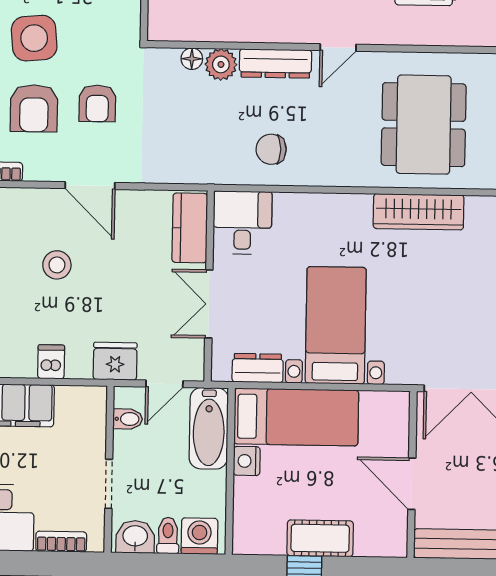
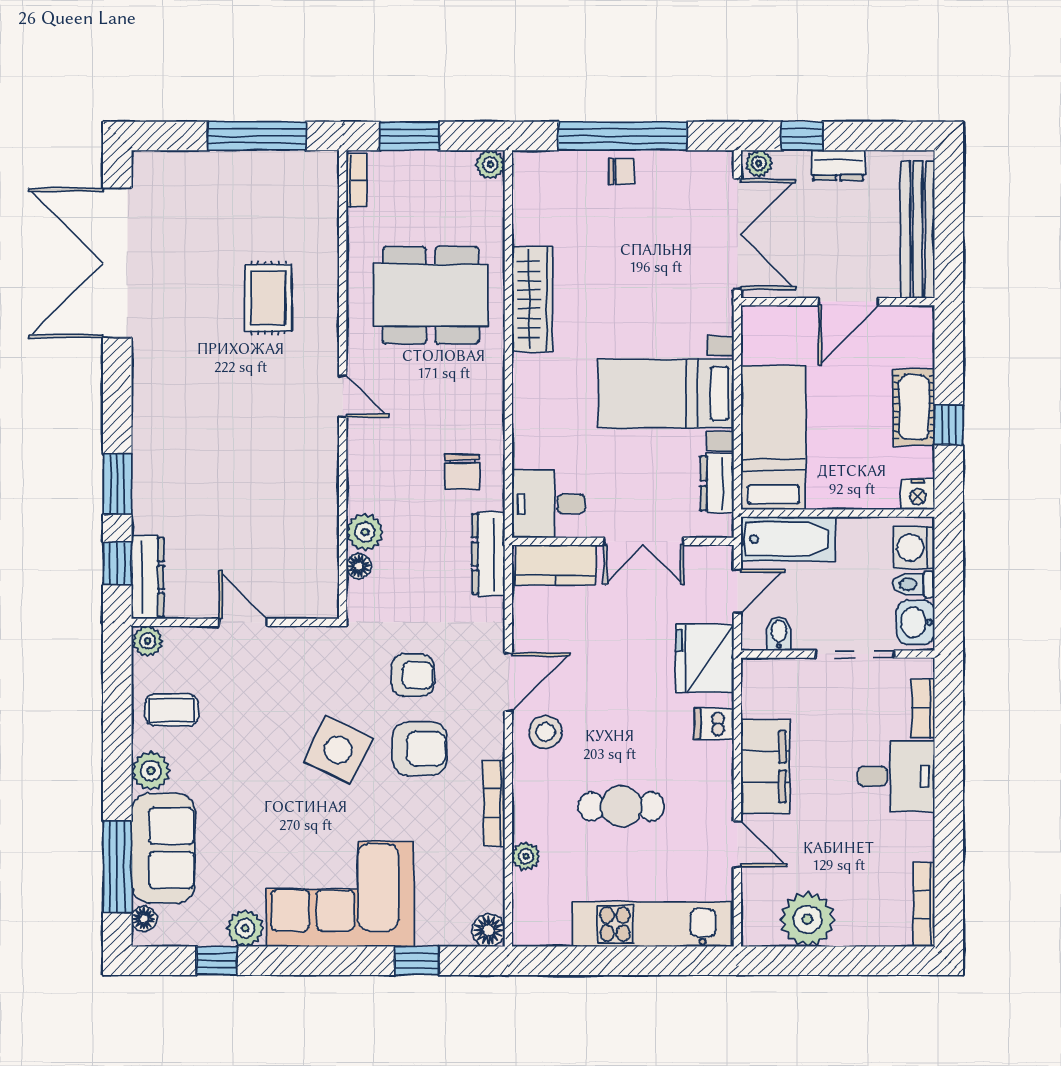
side table: (34, 38) -> (338, 750), turned 31
dresser: (275, 64) -> (488, 554), moved, turned 180
stool: (57, 265) -> (545, 732), moved
fridge: (115, 361) -> (705, 658), width x1.36, depth x1.34
door: (164, 384) -> (737, 591), hinge flipped
nightstand: (247, 461) -> (918, 494), moved
doorway: (109, 484) -> (855, 654), width x1.38

